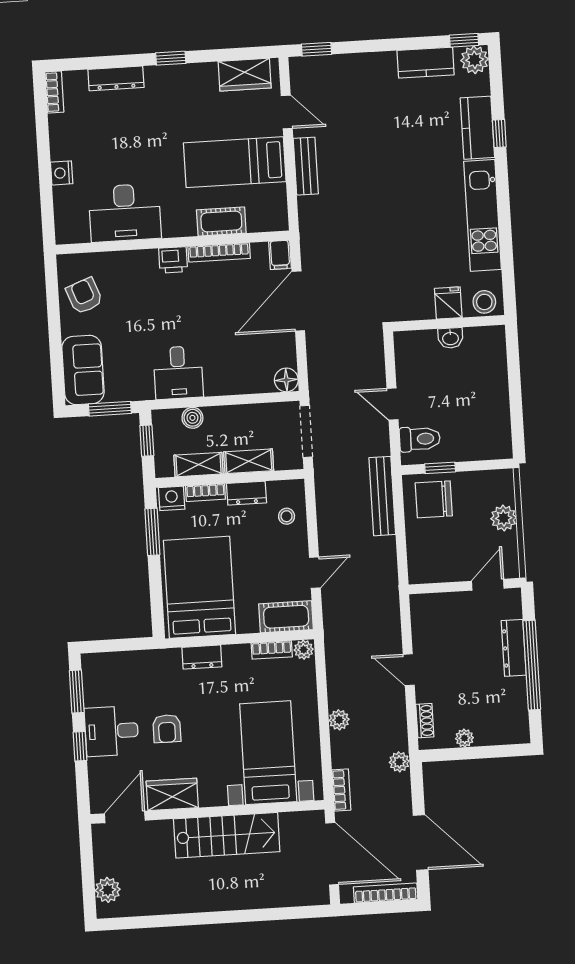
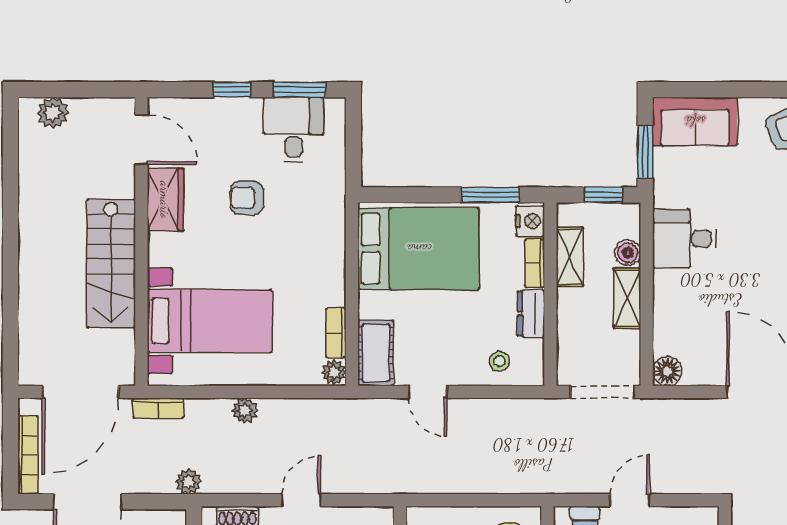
shelving: (249, 461) -> (627, 298), moved
bench: (382, 496) -> (517, 481), removed
dresser: (202, 657) -> (332, 246), removed
desk: (111, 731) -> (294, 129), moved

